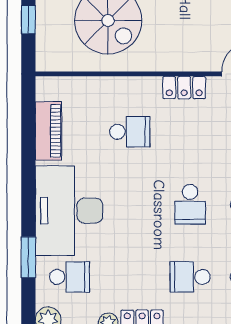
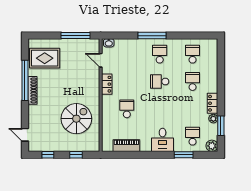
school desk: (190, 204) -> (160, 81), turned 180
desk: (69, 211) -> (163, 140), width x0.53, depth x0.77
school desk: (190, 277) -> (193, 81), turned 180

